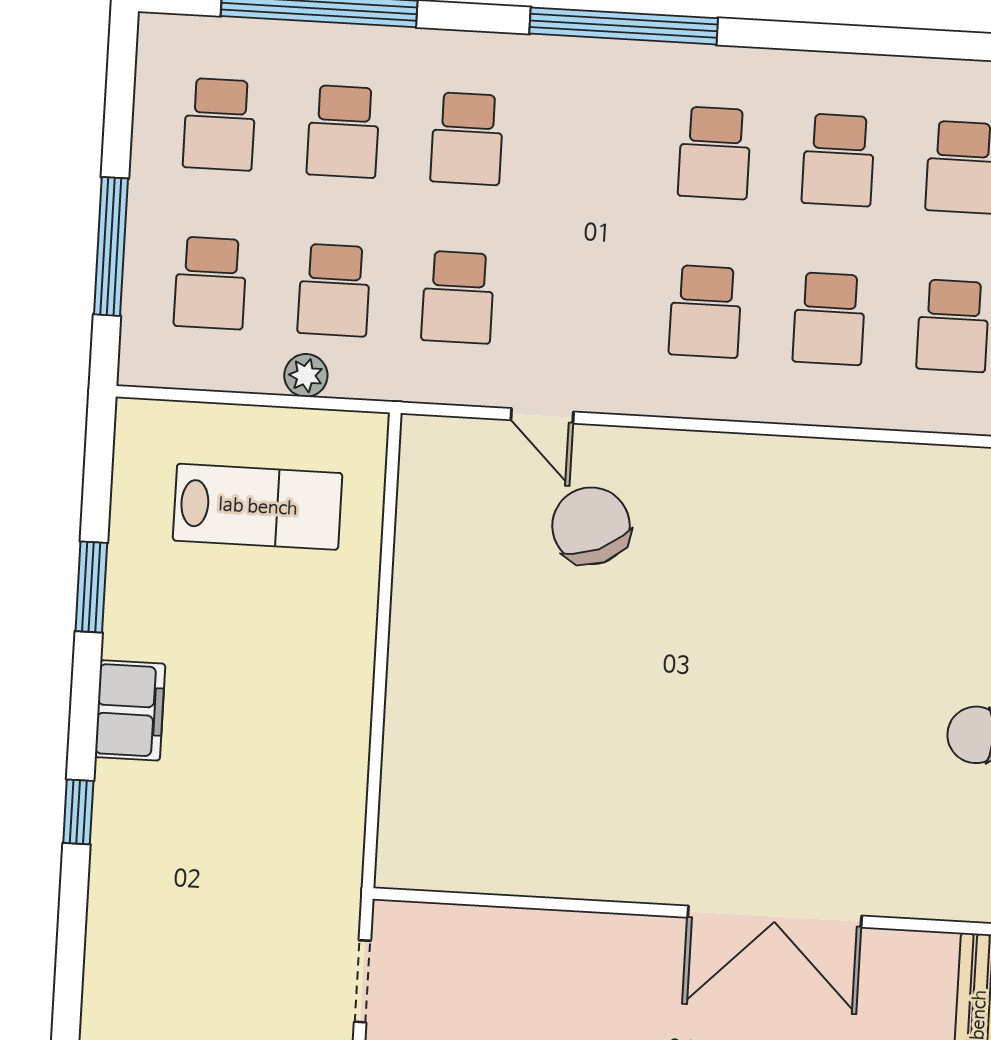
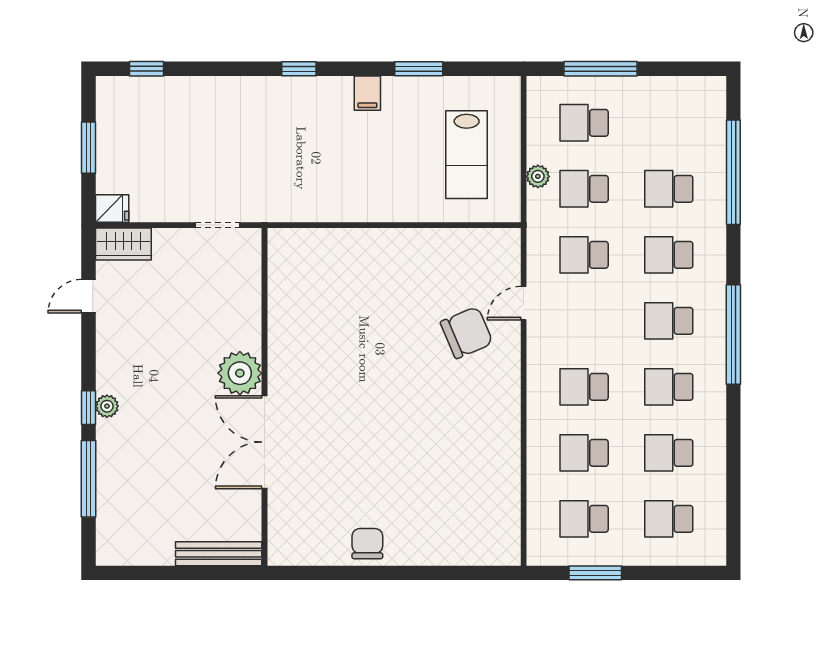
school desk: (220, 124) -> (669, 321), moved
filing cabinet: (130, 710) -> (367, 93), width x0.50
plant: (643, 955) -> (240, 373), added

